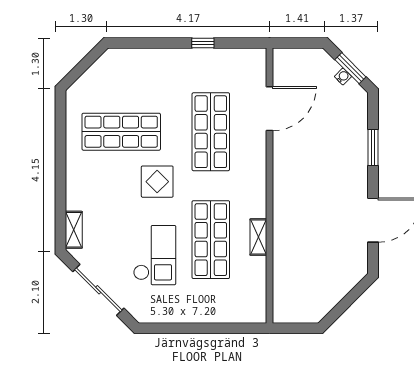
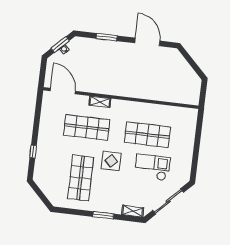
window: (203, 43) -> (33, 152), moved
door: (270, 109) -> (63, 91), moved
window: (60, 179) -> (103, 215), added
shelving: (258, 237) -> (100, 102), moved

